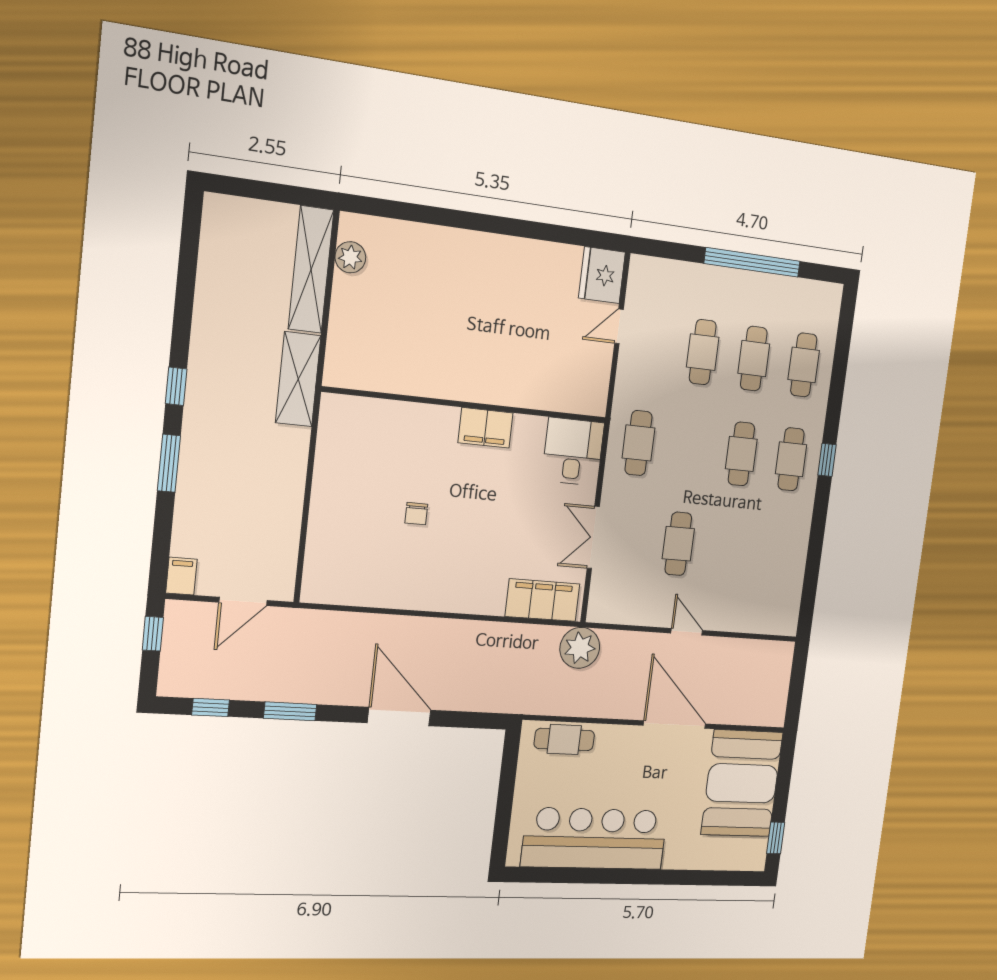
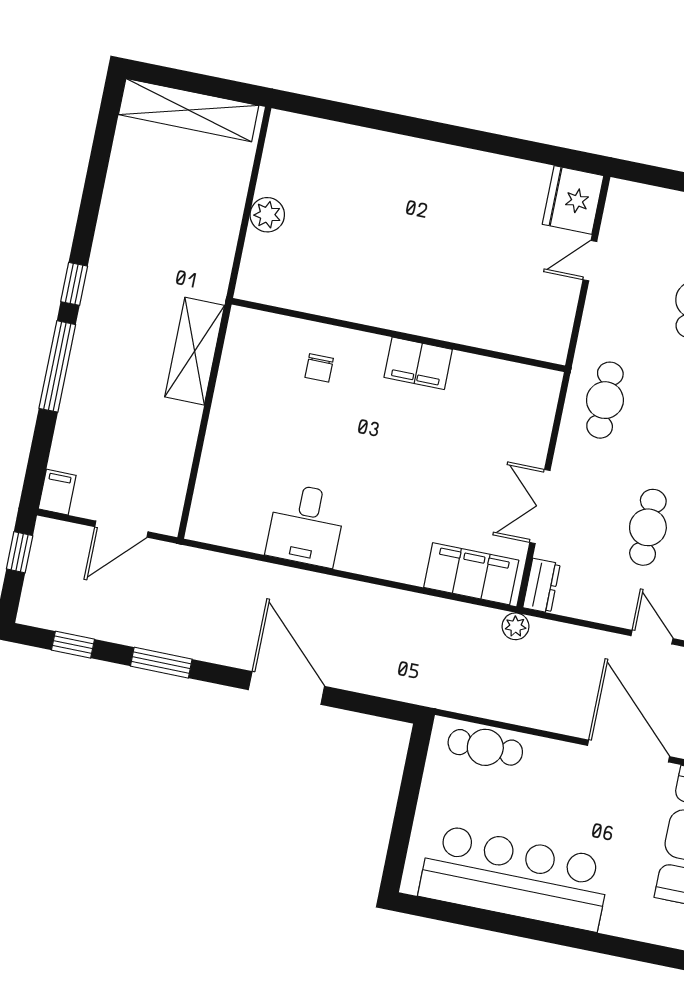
plant: (350, 257) -> (267, 215), moved
shelving: (311, 270) -> (189, 110), moved, turned 90
shelving: (298, 379) -> (195, 351), moved
desk: (573, 452) -> (306, 525), moved, turned 180
window: (169, 463) -> (57, 366), width x1.44
chair: (416, 514) -> (319, 368), moved
dresser: (599, 602) -> (542, 586), added
plant: (580, 648) -> (516, 626), width x0.53, depth x0.53

